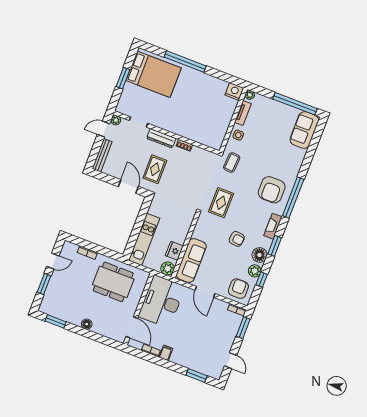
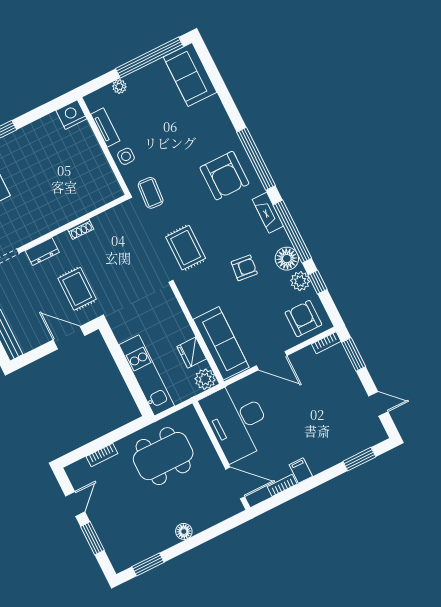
plant: (250, 95) -> (119, 87), moved
dresser: (161, 138) -> (42, 252), width x0.70
window: (275, 246) -> (292, 232), width x2.11

